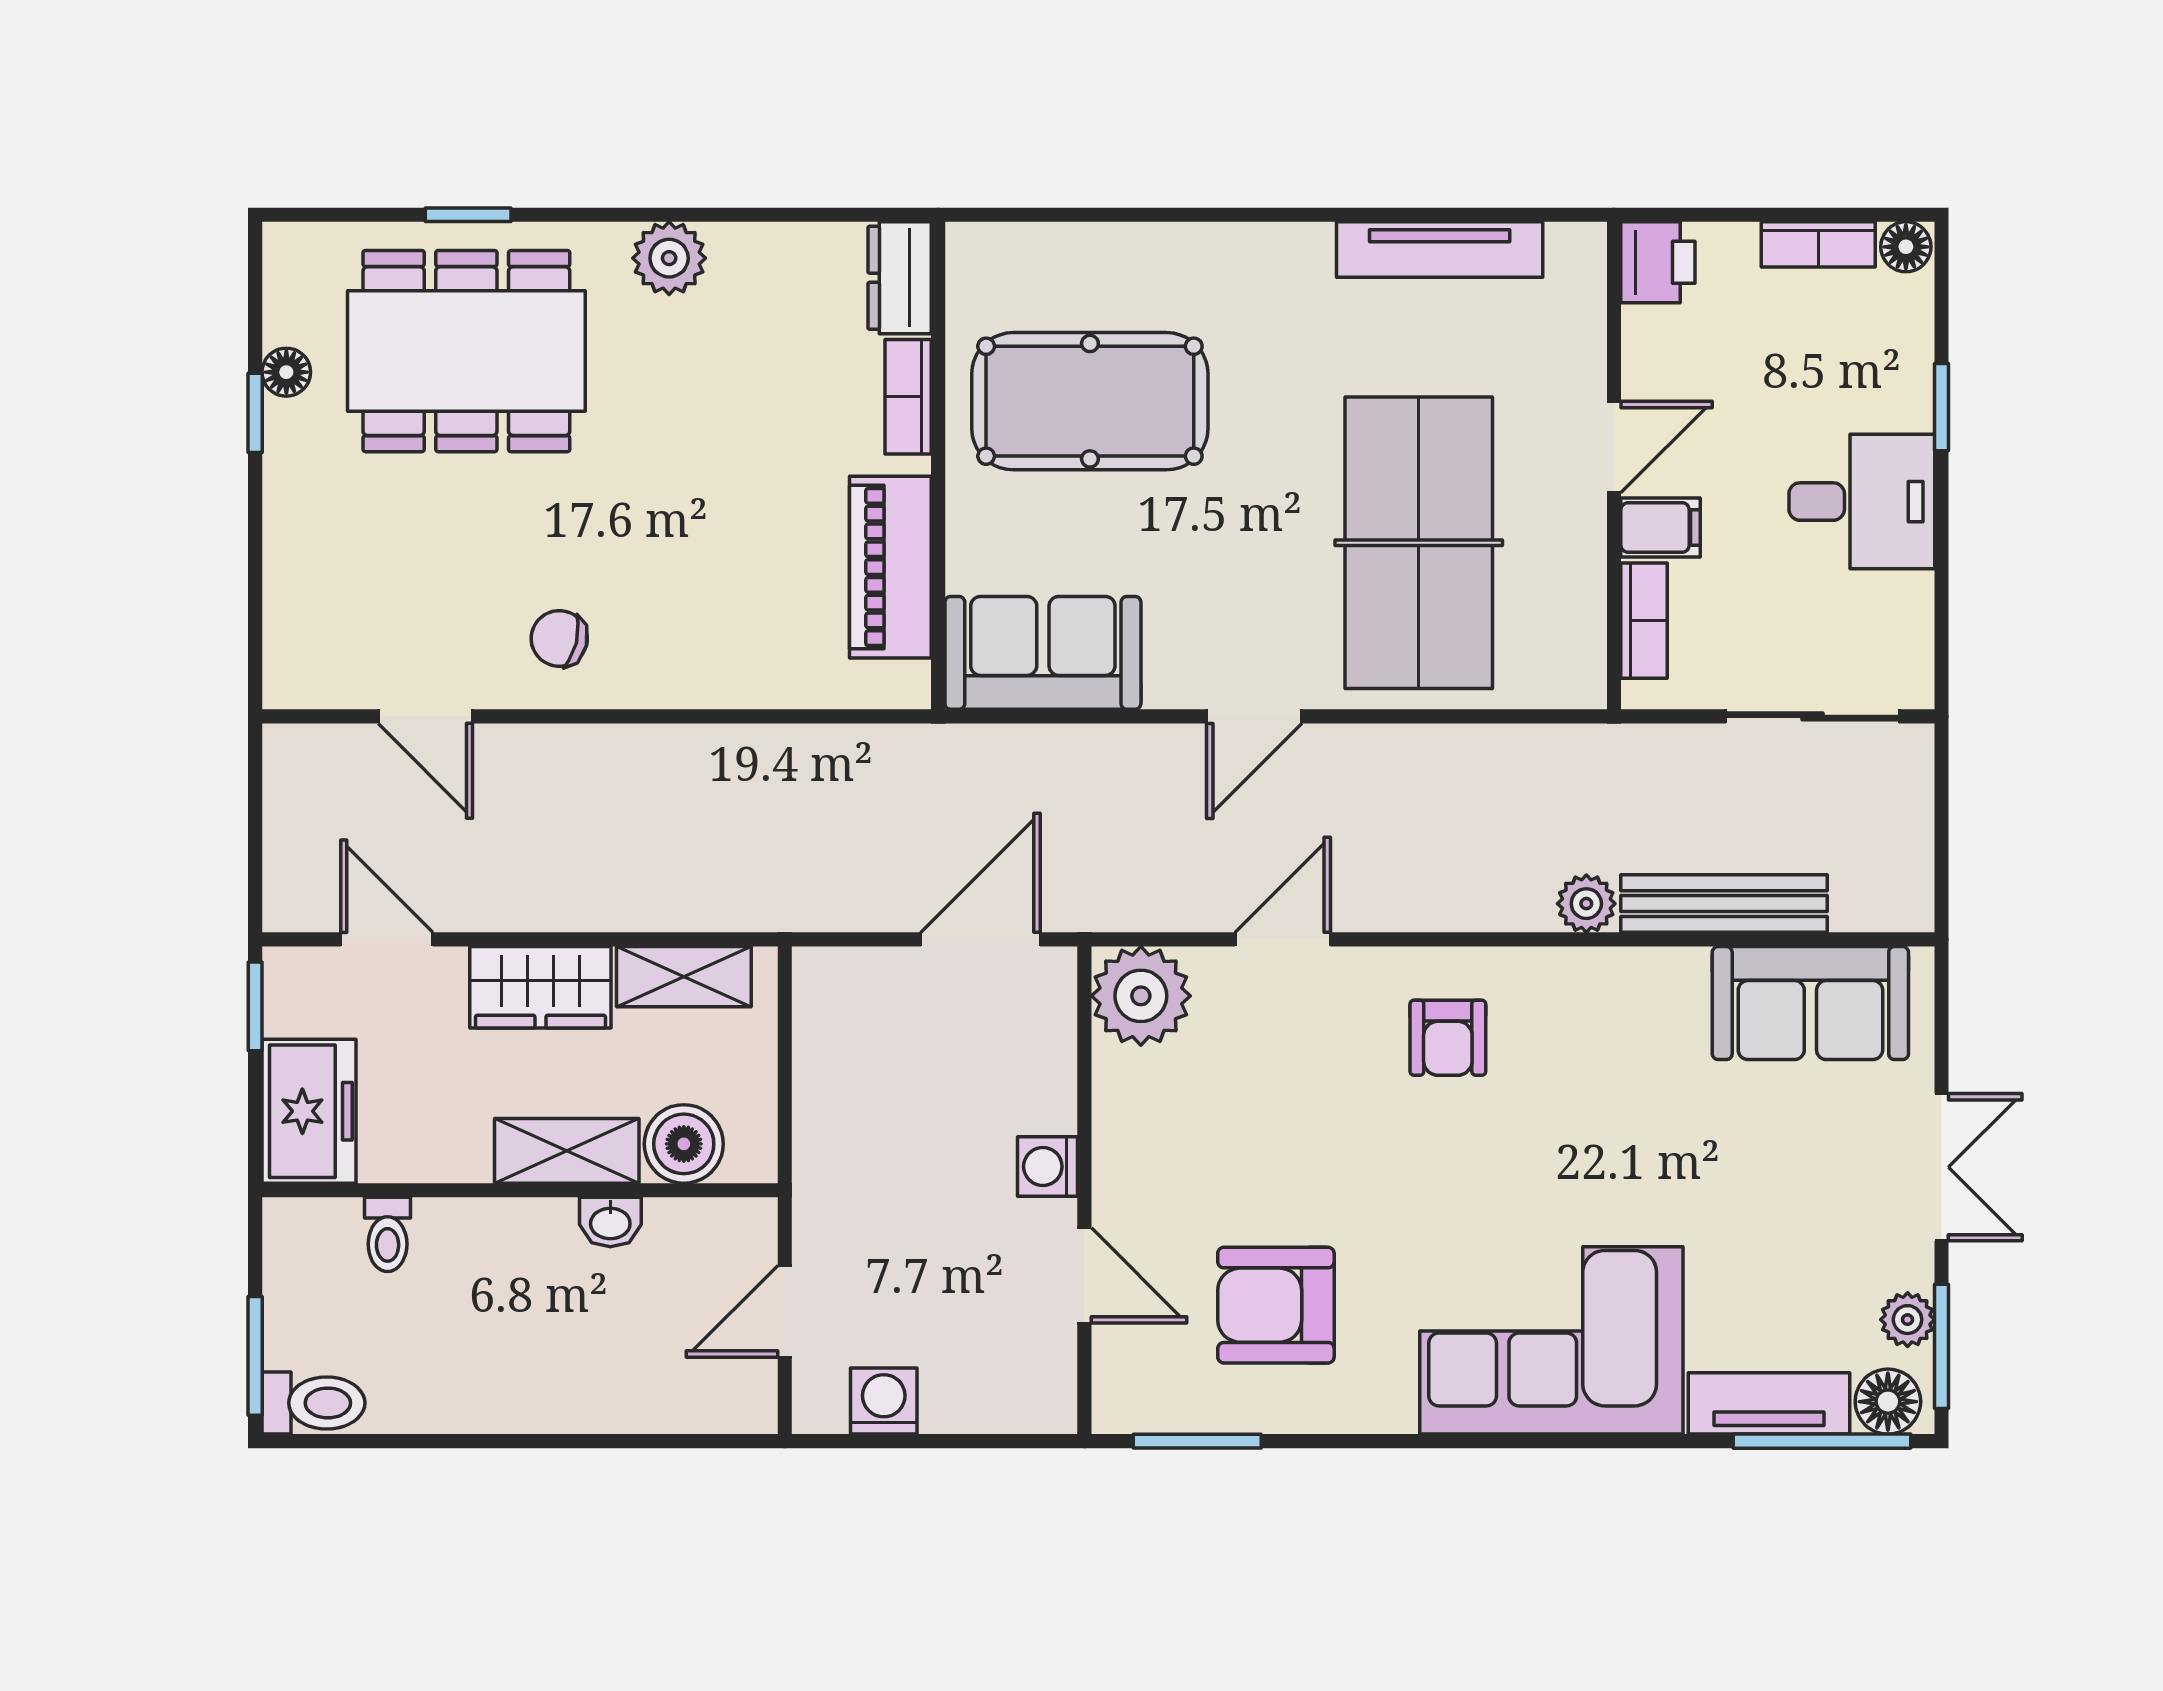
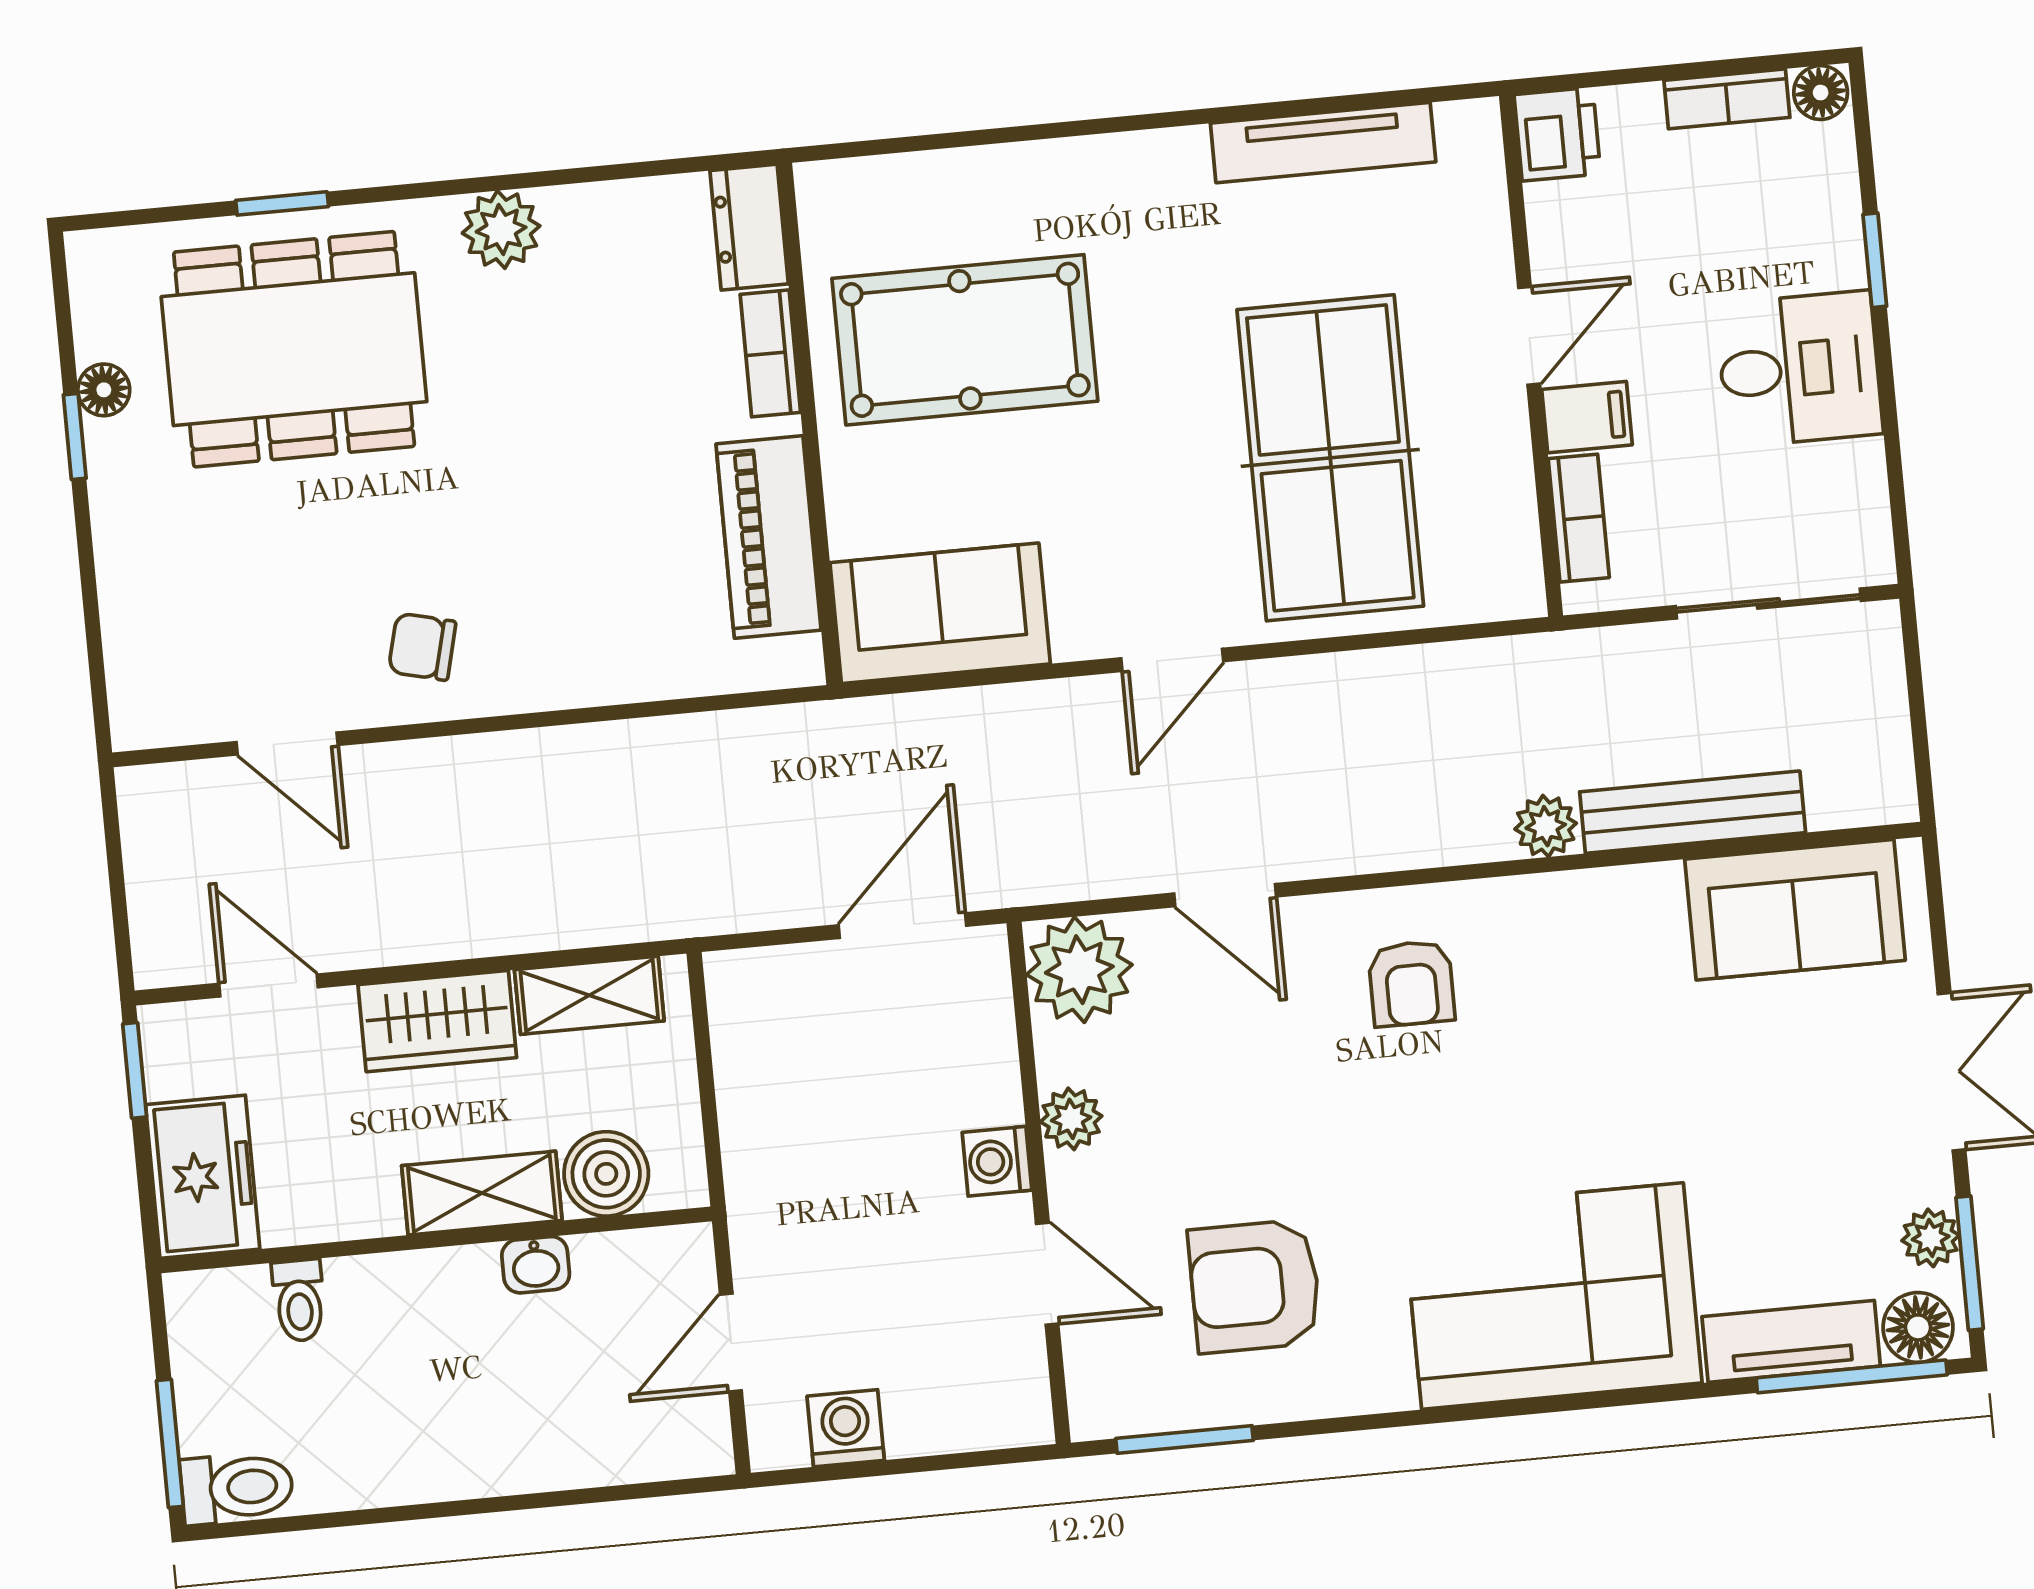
door: (1283, 939) -> (1225, 895), swing flipped
plant: (1120, 1134) -> (1071, 1119), added

